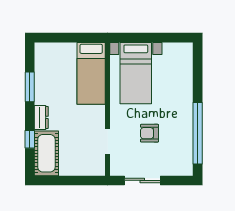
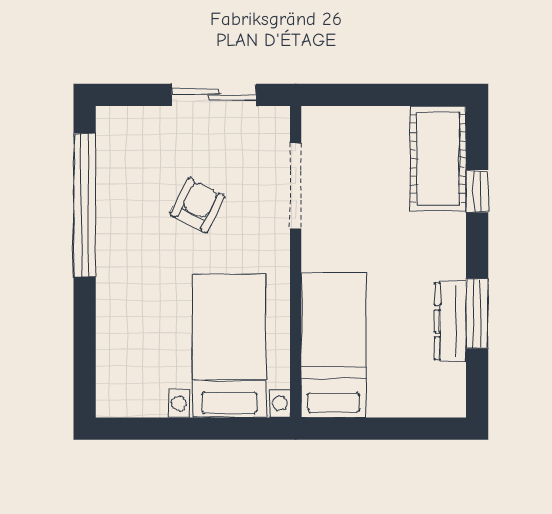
dresser: (41, 117) -> (450, 321), moved, width x1.44
armchair: (149, 133) -> (197, 205), turned -63
doorway: (107, 142) -> (296, 186), width x1.38

